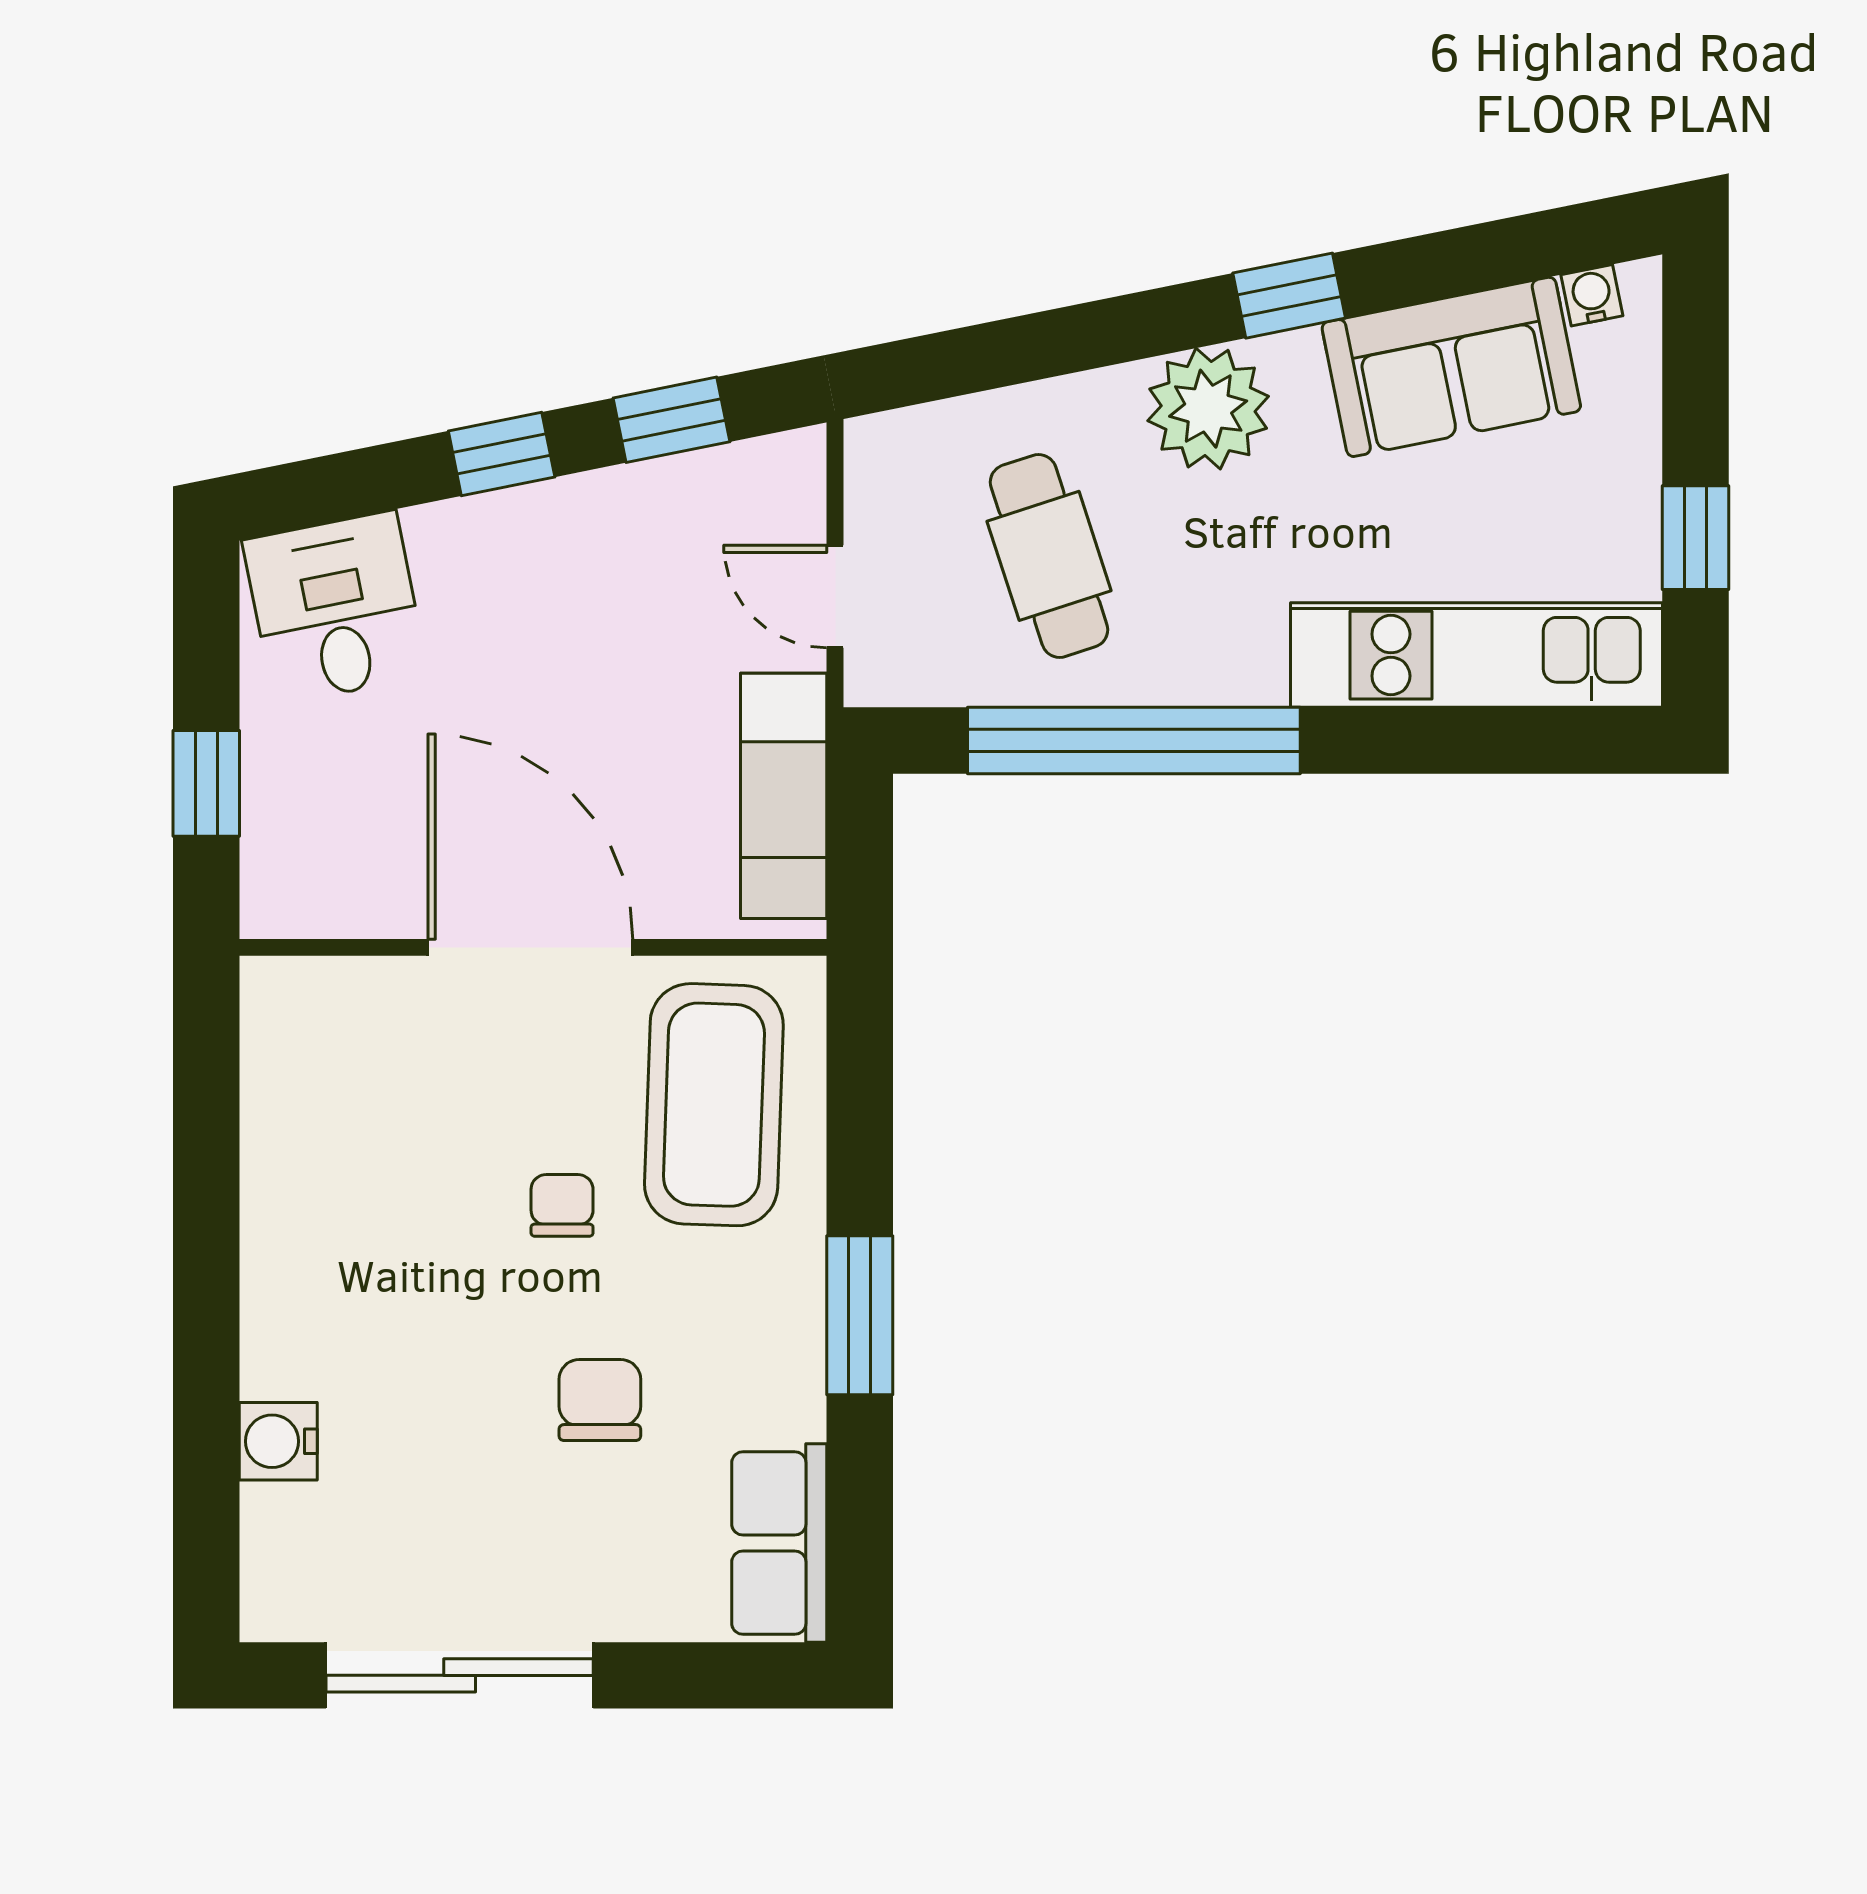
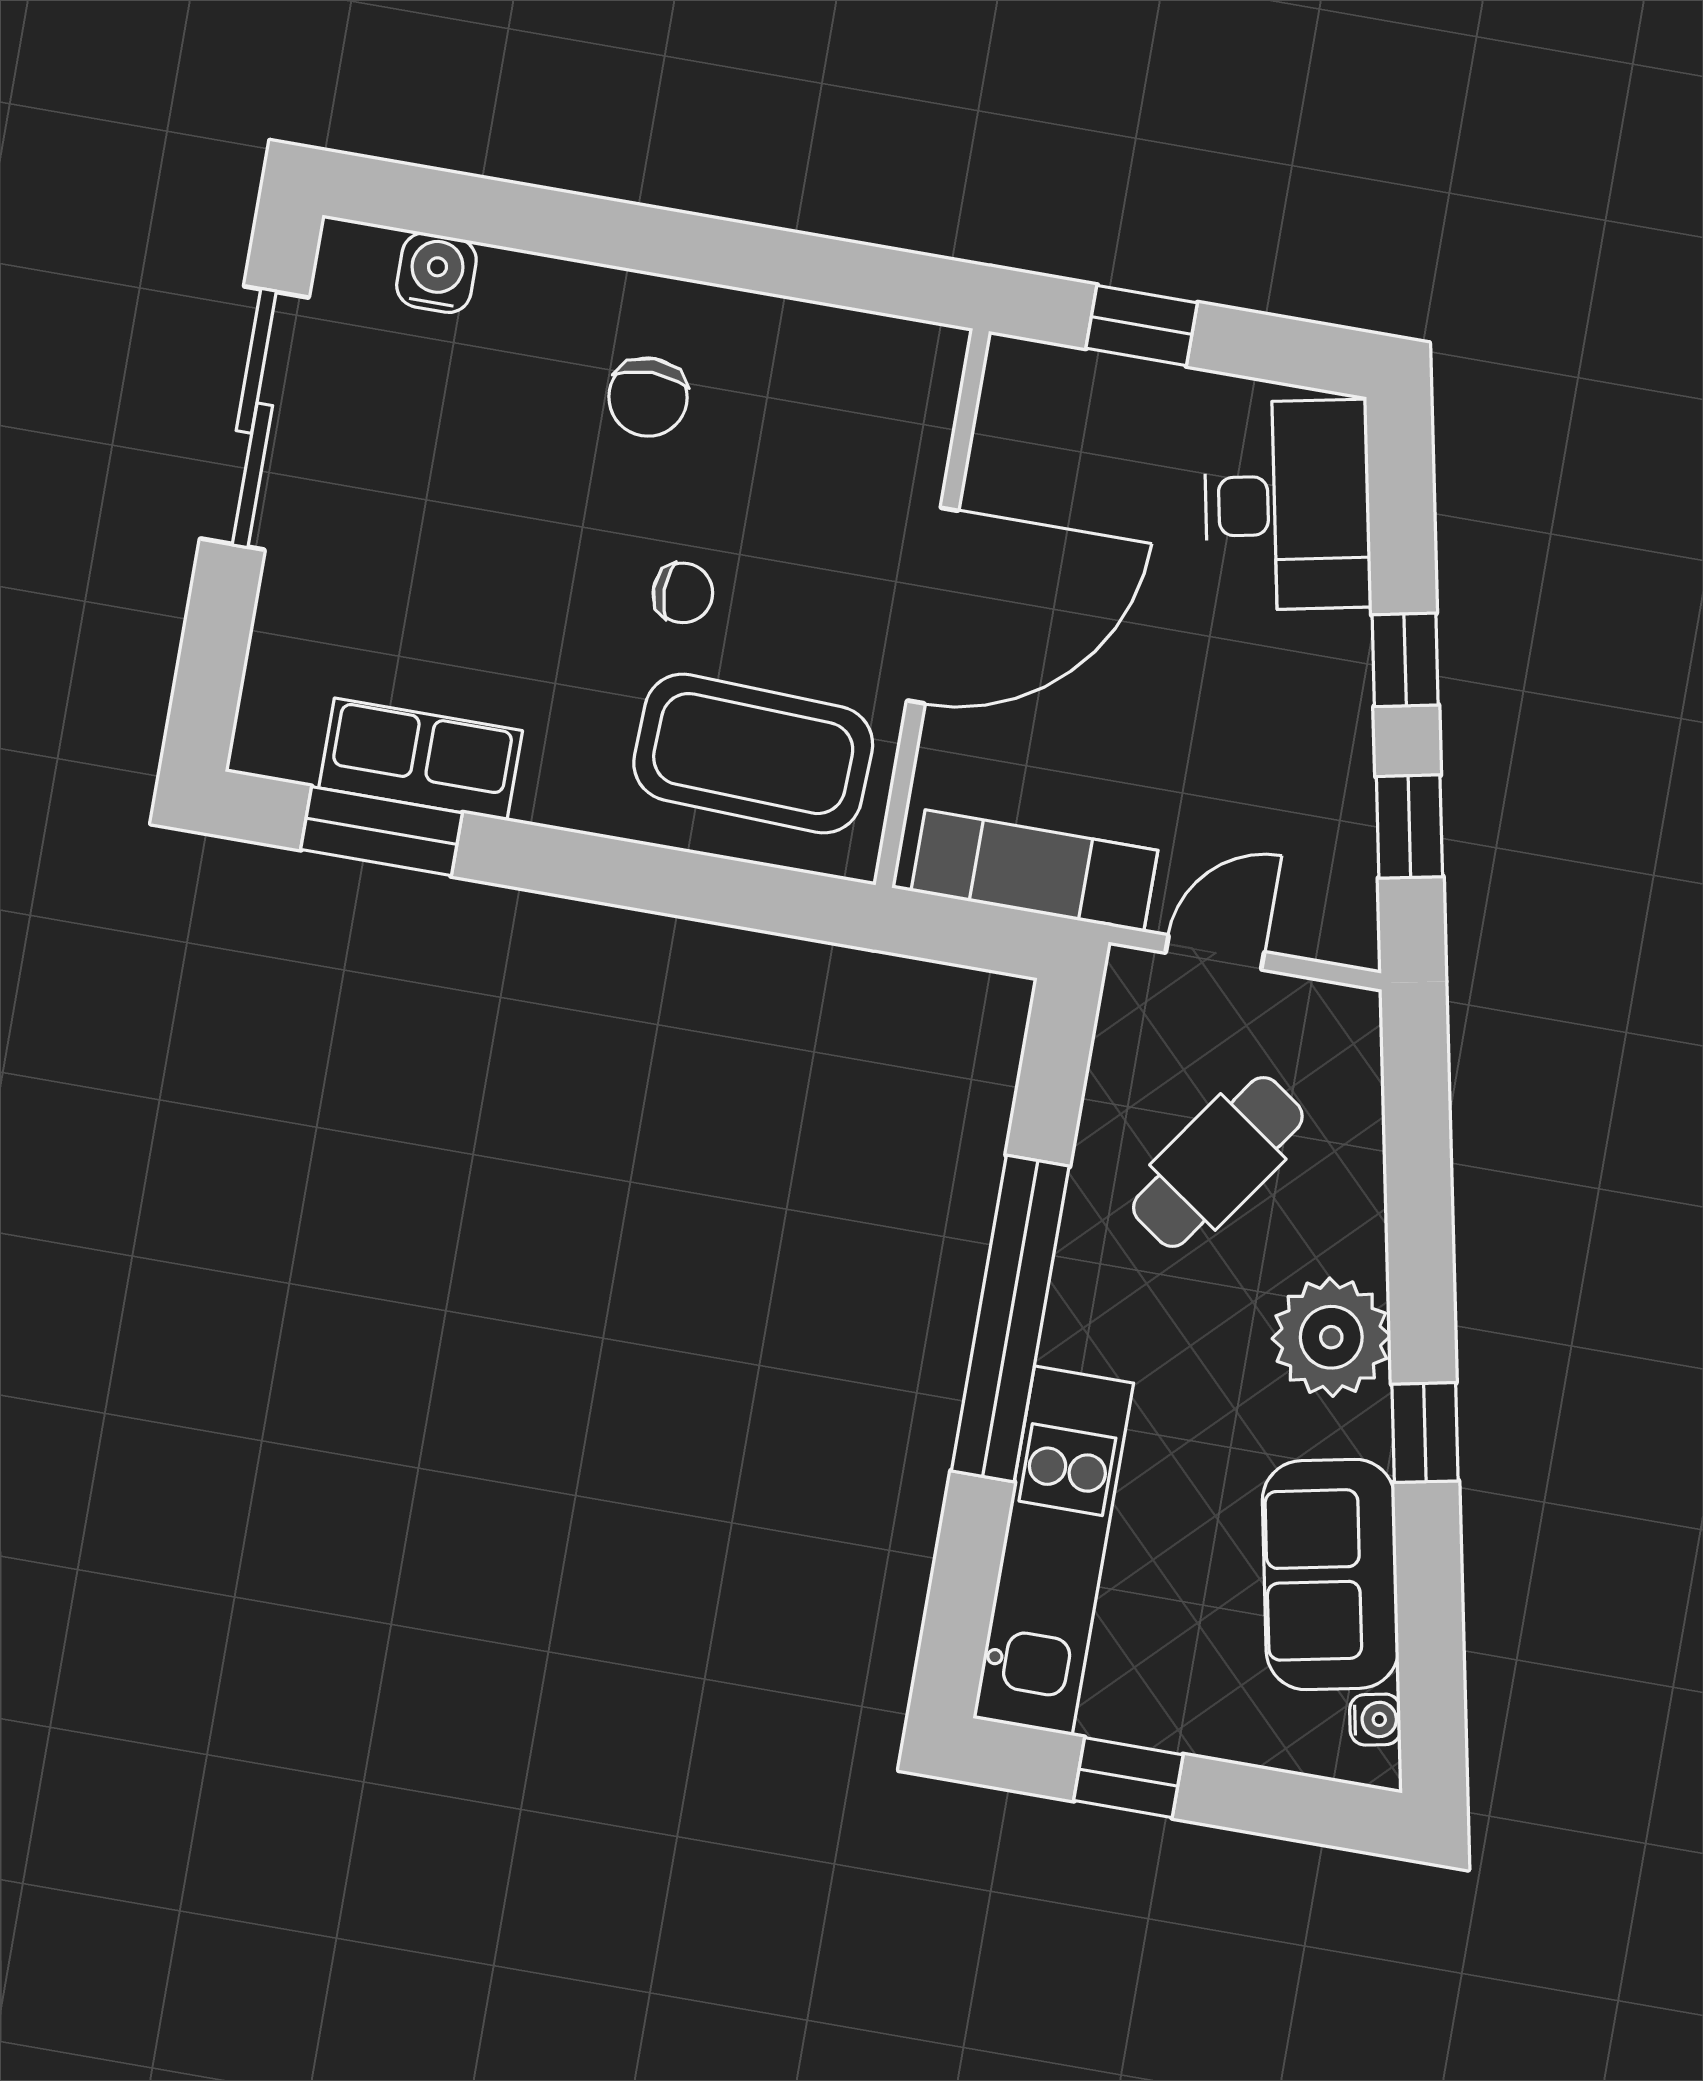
cafe table: (1049, 556) -> (1218, 1162), turned -37
desk: (335, 608) -> (1288, 505), width x1.37
window: (1134, 741) -> (1010, 1319), moved
window: (860, 1315) -> (381, 831), moved
chair: (600, 1400) -> (648, 397), moved, turned 90
water cooler: (278, 1441) -> (436, 273), moved
row of seats: (779, 1543) -> (421, 759), moved

